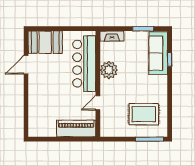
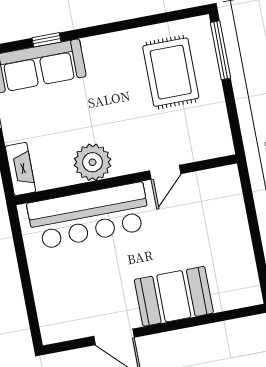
booth: (45, 42) -> (174, 296), moved, turned 90
door: (98, 103) -> (165, 172), hinge flipped
piano: (76, 129) -> (227, 207), removed

